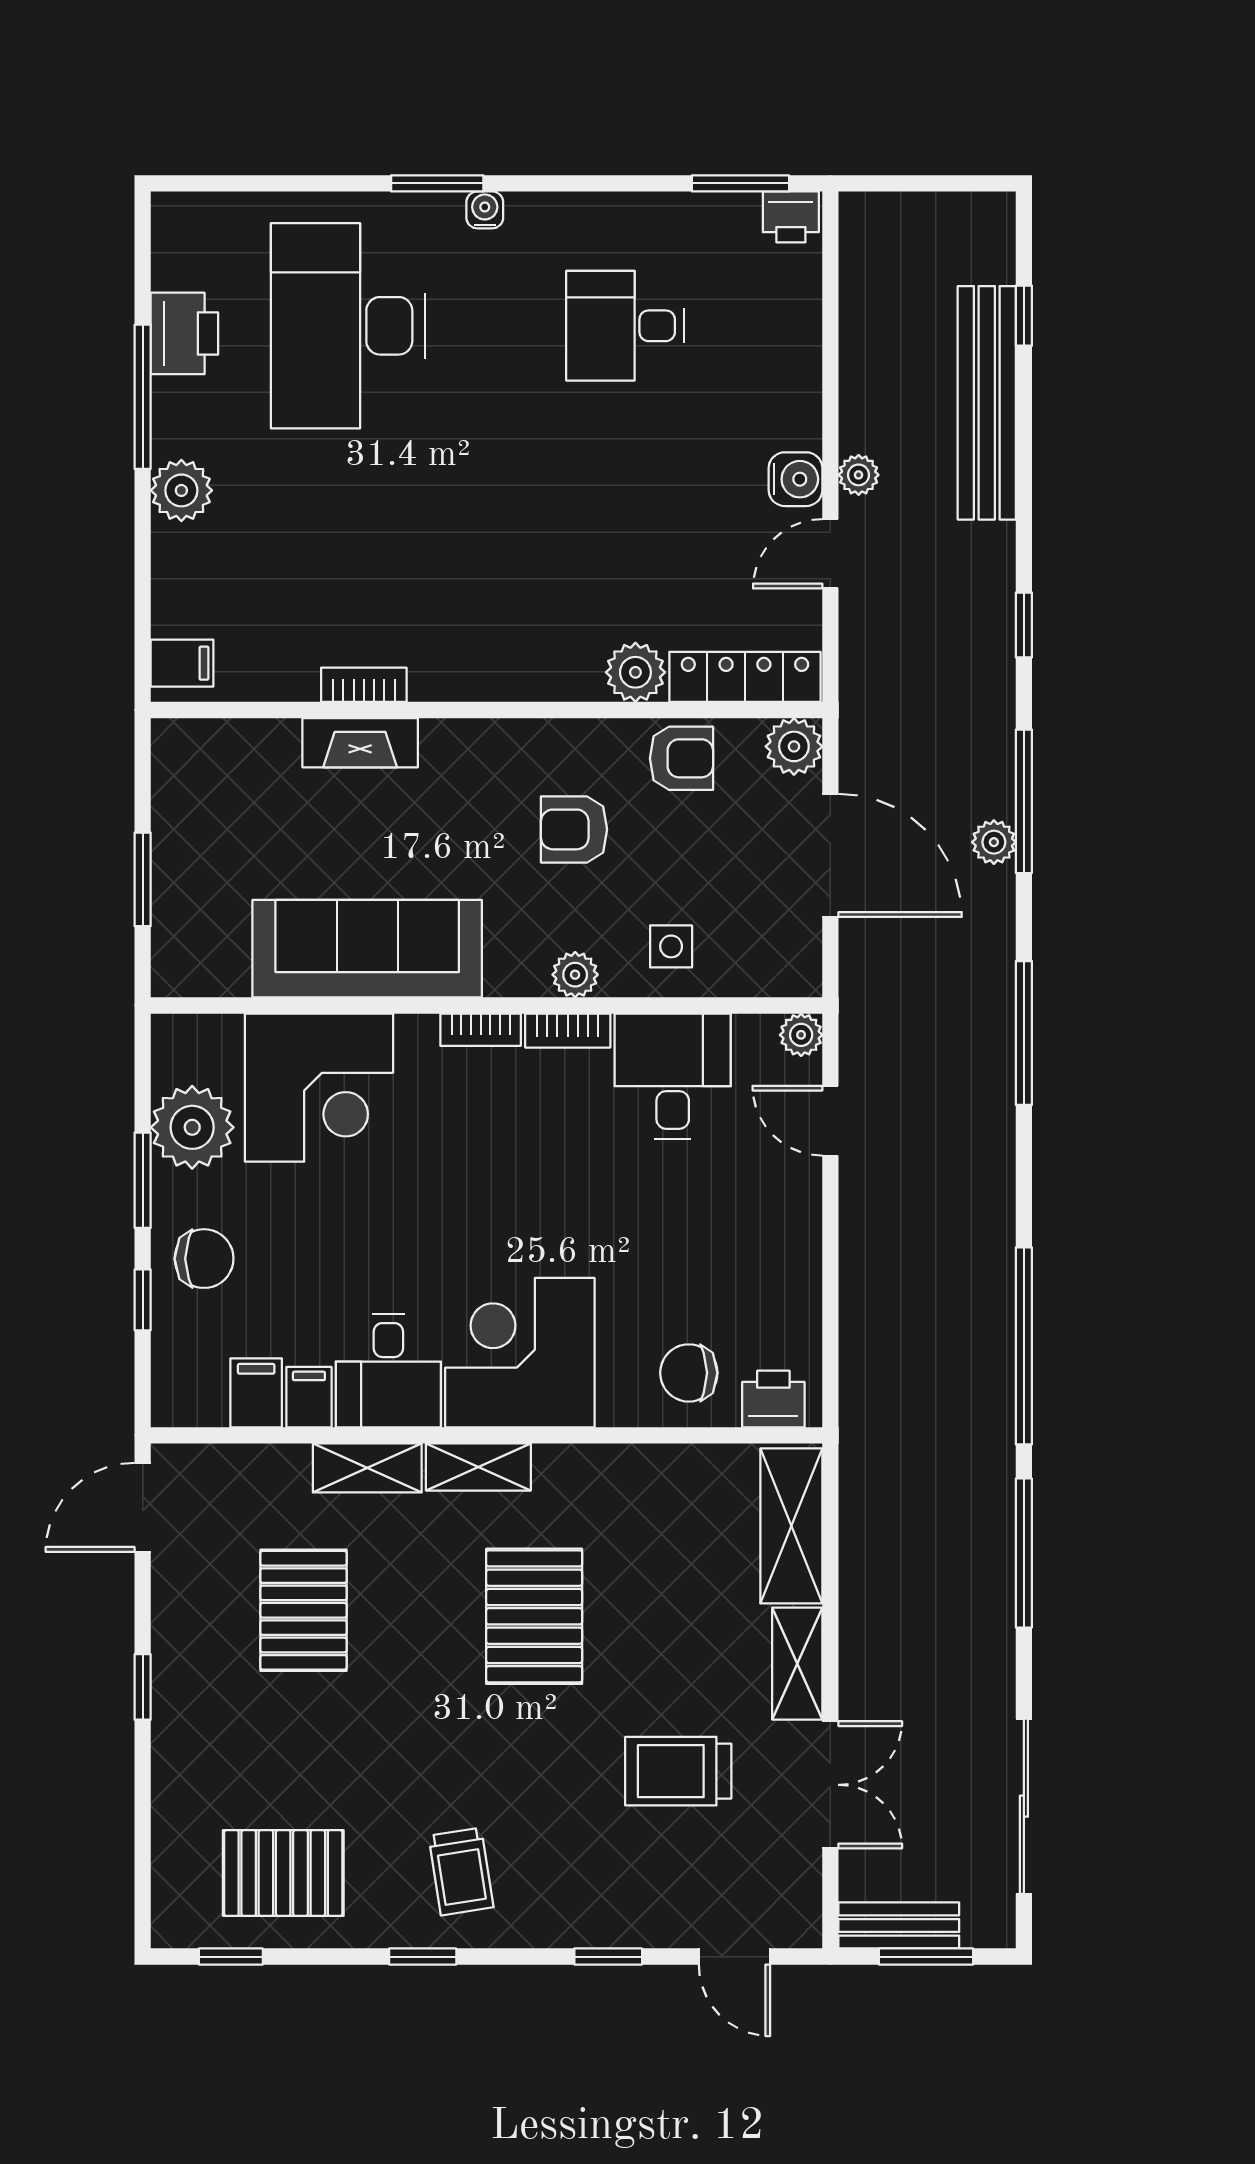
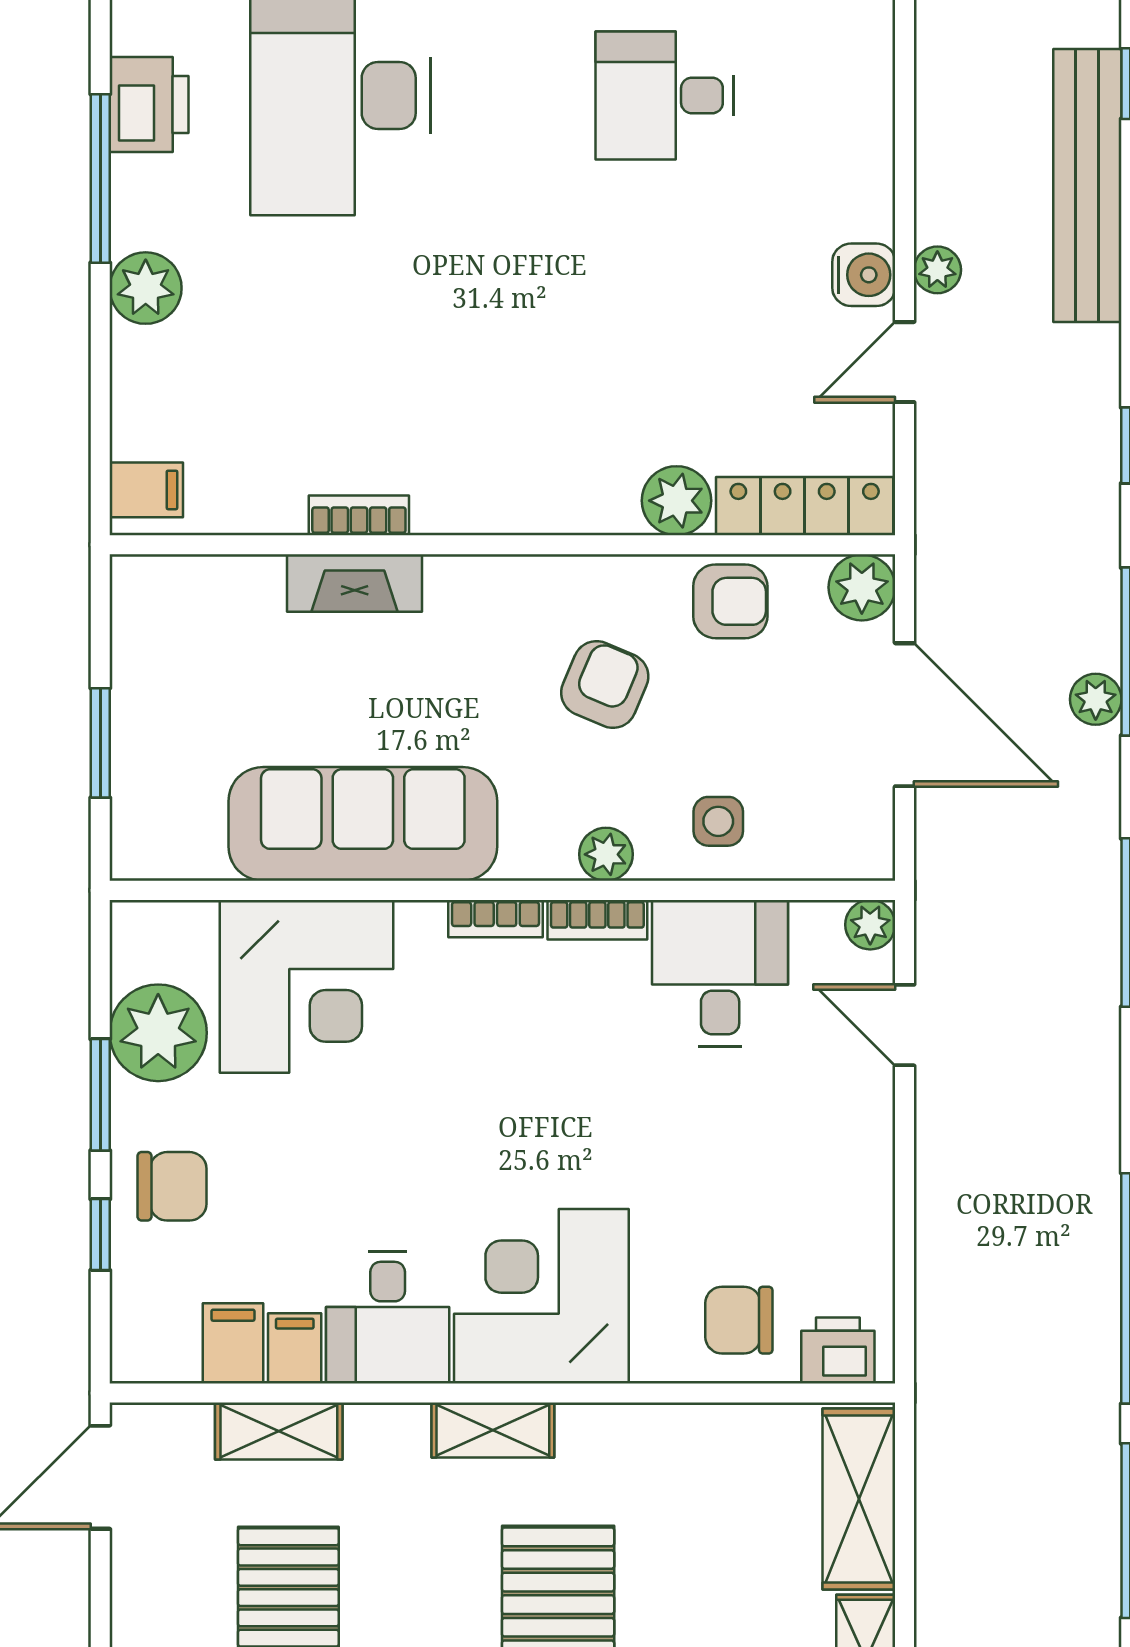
armchair: (574, 829) -> (605, 684), turned 113
shelving: (367, 1468) -> (279, 1431), moved

